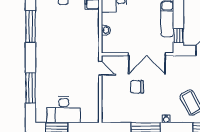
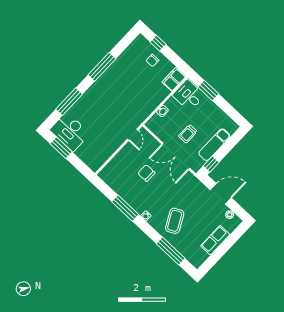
window: (31, 26) -> (102, 67), moved
trolley: (140, 29) -> (188, 134), added
desk: (64, 110) -> (70, 132), moved

